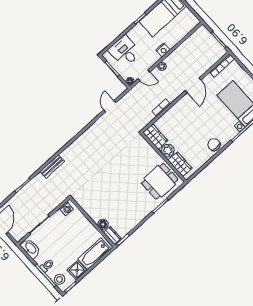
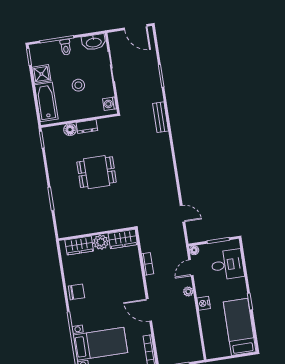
dining table: (160, 181) -> (97, 172), moved, turned 90
dresser: (112, 235) -> (87, 127), moved
stool: (60, 279) -> (78, 85), moved

